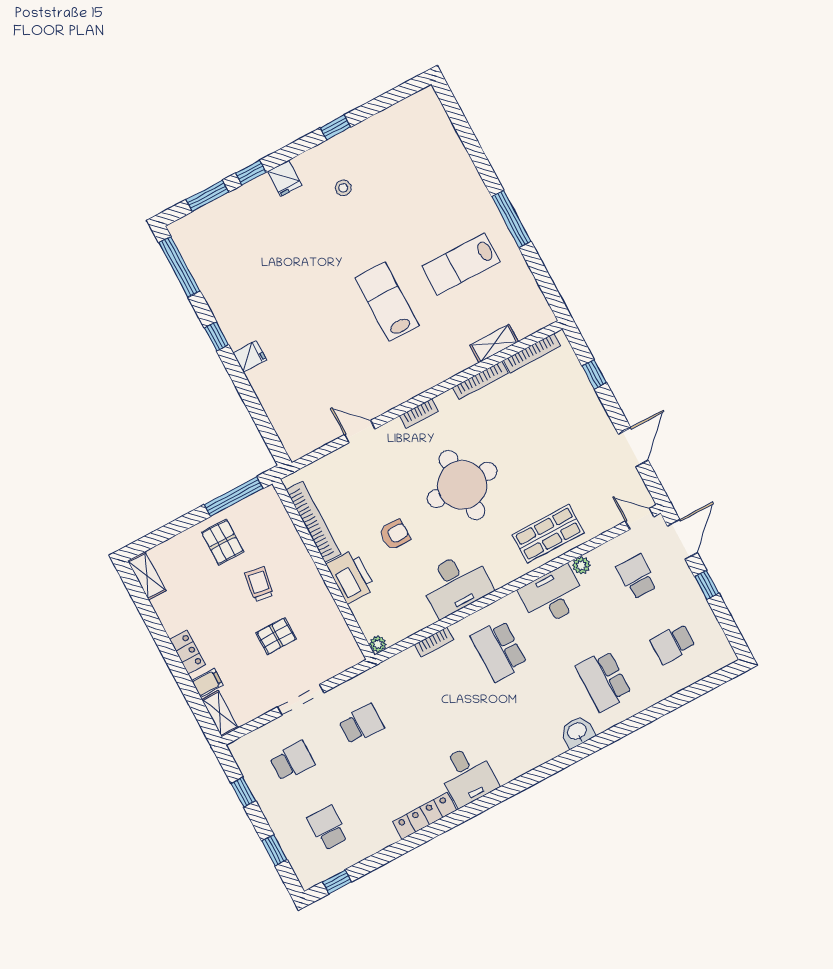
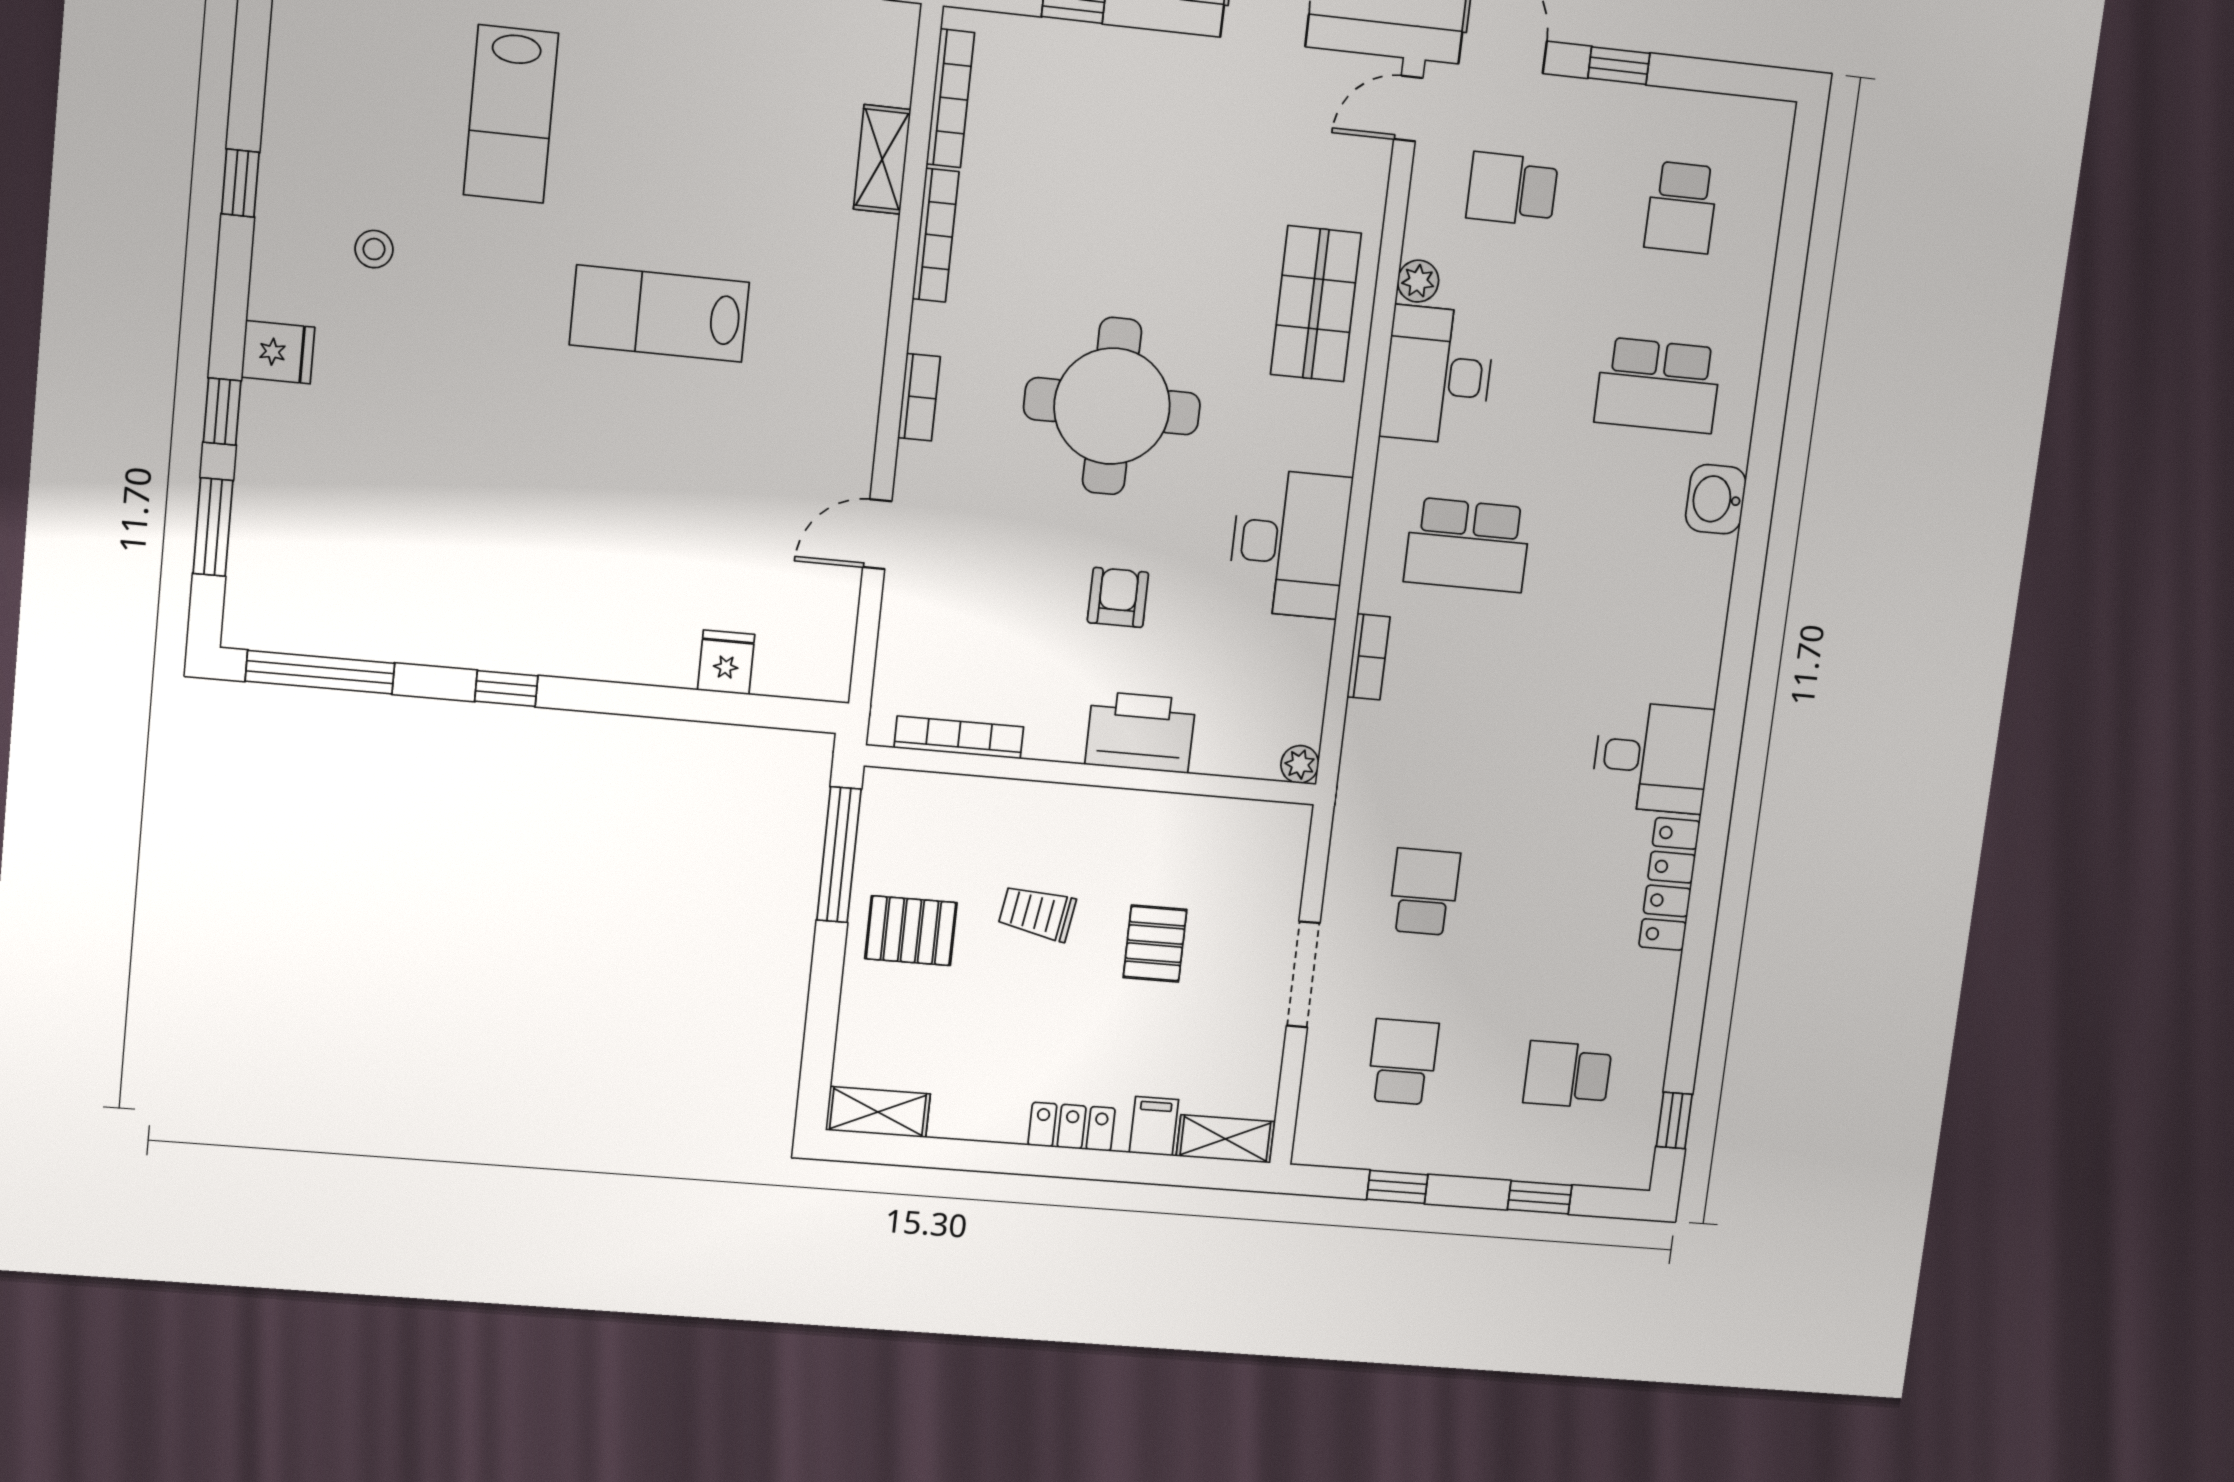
lab bench: (461, 264) -> (511, 114), moved
fridge: (250, 356) -> (726, 662), moved
bookcase: (314, 522) -> (959, 737), width x0.68, depth x0.76

